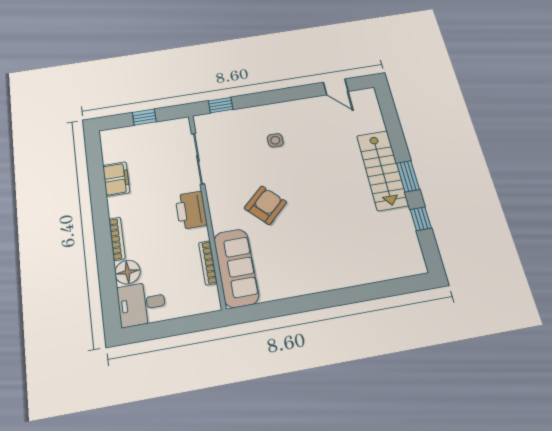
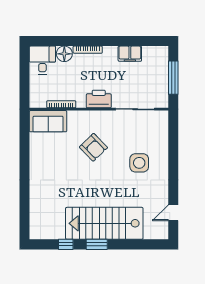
window: (221, 105) -> (173, 131), removed
window: (144, 117) -> (173, 78), width x2.17
side table: (275, 140) -> (139, 163), width x1.87, depth x1.87
stairs: (382, 170) -> (104, 223), width x1.36, depth x1.51
sofa: (236, 268) -> (48, 121), width x0.73

